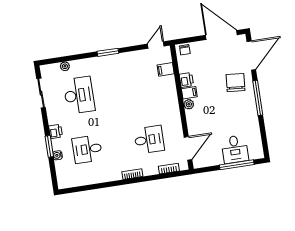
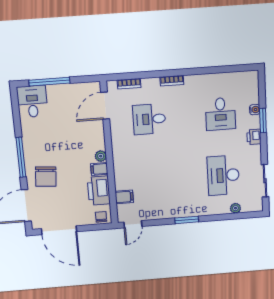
printer: (186, 80) -> (99, 191), width x1.87, depth x1.48
desk: (87, 149) -> (221, 114), turned 90
desk: (235, 149) -> (32, 102), moved

